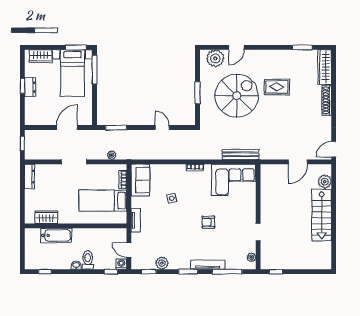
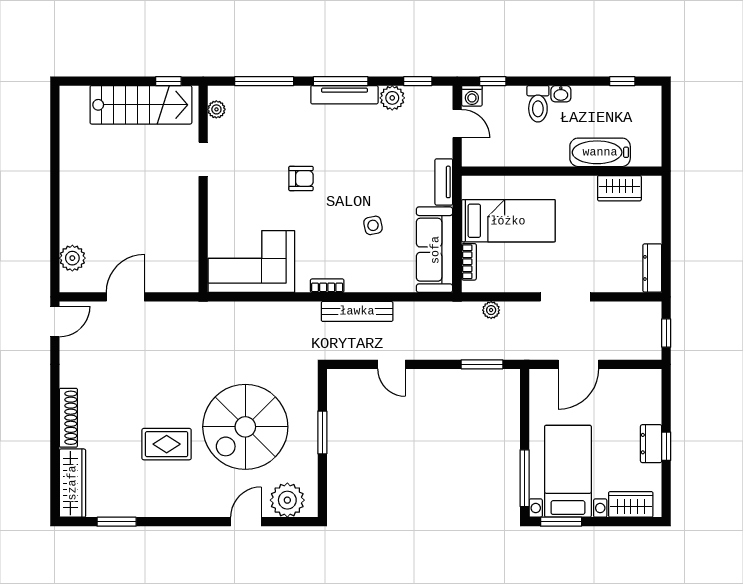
bench: (240, 154) -> (357, 311), moved
sofa: (140, 180) -> (435, 250), width x1.36
stairs: (322, 215) -> (141, 105), moved, turned 90
tv unit: (208, 265) -> (344, 95), moved
window: (188, 272) -> (341, 81), width x1.44

